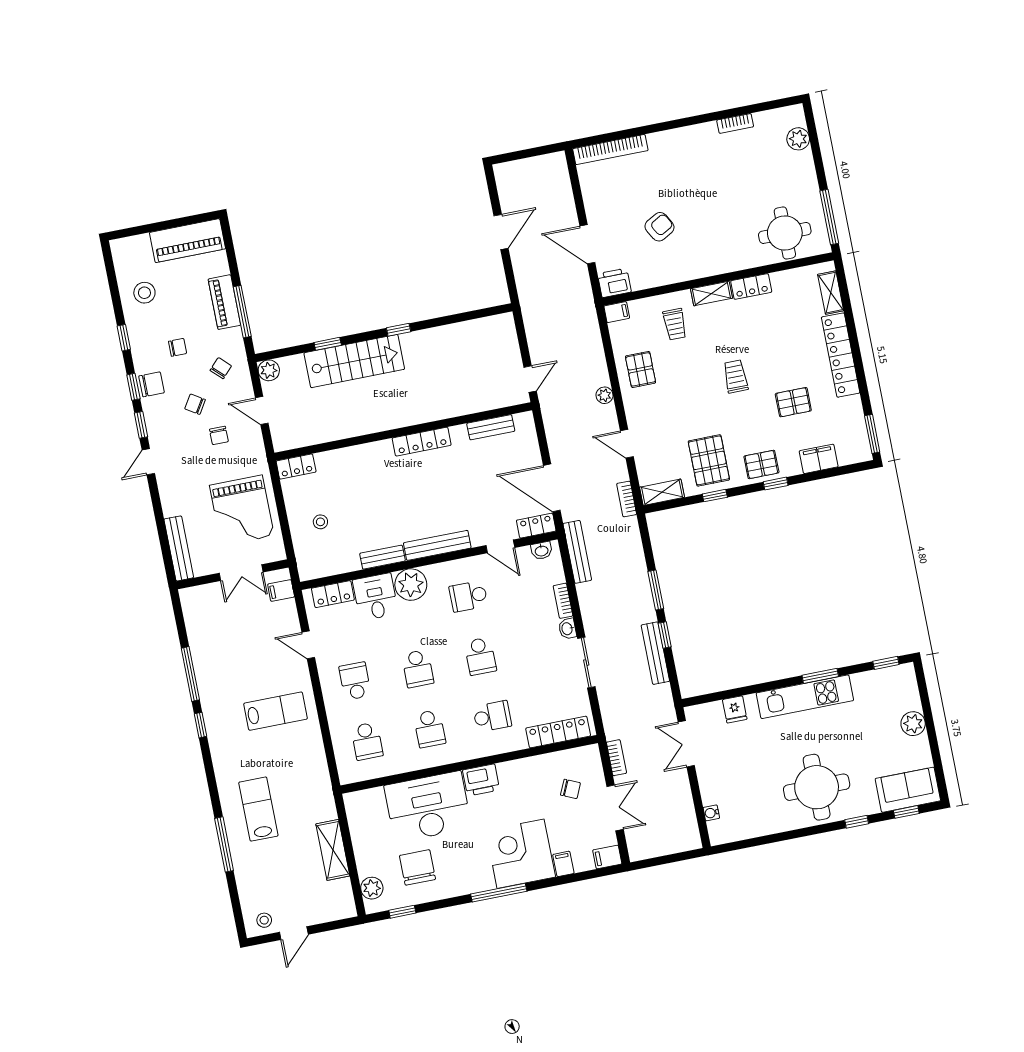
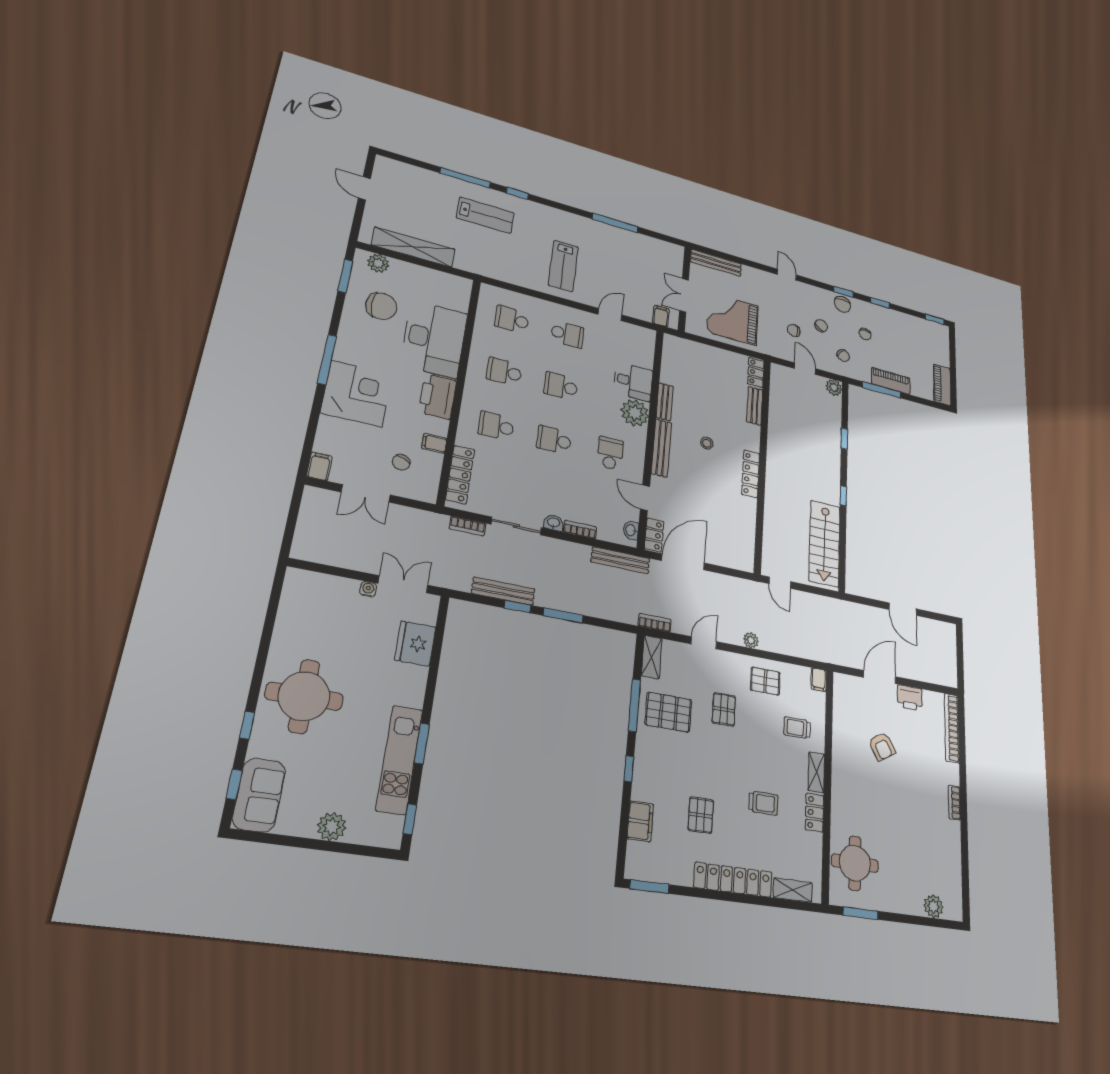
bookcase: (735, 123) -> (954, 803), moved
window: (829, 217) -> (861, 913), width x0.69
piano: (187, 241) -> (942, 385), width x0.73, depth x0.75
printer: (614, 283) -> (910, 698), moved, turned 90
stool: (144, 293) -> (908, 332), removed
stairs: (354, 361) -> (825, 543), moved
trolley: (736, 376) -> (763, 803), moved
door: (262, 411) -> (805, 369), hinge flipped
window: (141, 425) -> (935, 319), moved
bench: (491, 427) -> (755, 406), moved
pallet: (761, 464) -> (724, 709), moved
window: (715, 496) -> (634, 705), width x2.17
stool: (320, 522) -> (707, 443), moved
door: (500, 546) -> (645, 498), hinge flipped
locker: (333, 594) -> (646, 352), removed
kitchen unit: (805, 697) -> (399, 760), moved
fridge: (735, 709) -> (415, 643), width x1.88, depth x1.34
school desk: (492, 716) -> (496, 426), turned 90
window: (200, 725) -> (517, 193), moved
bookcase: (616, 758) -> (467, 526), moved
printer: (481, 780) -> (438, 396), width x1.37, depth x1.19
water cooler: (711, 813) -> (368, 589), moved
shelving: (333, 850) -> (413, 247), width x1.47
filing cabinet: (563, 864) -> (434, 443), moved, turned 180
window: (402, 912) -> (345, 276), width x1.50
stool: (264, 920) -> (386, 173), removed

